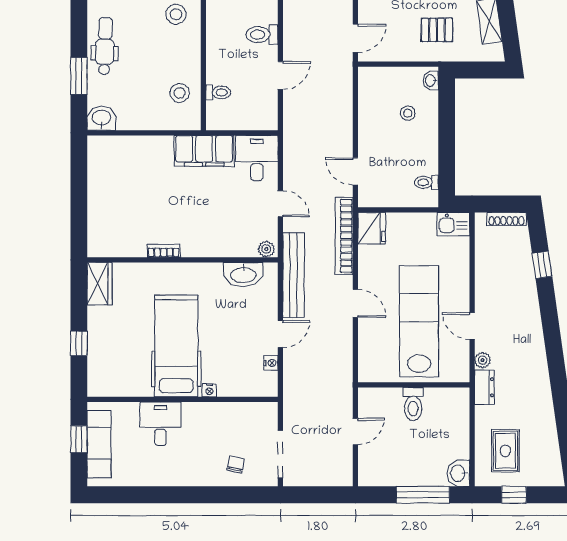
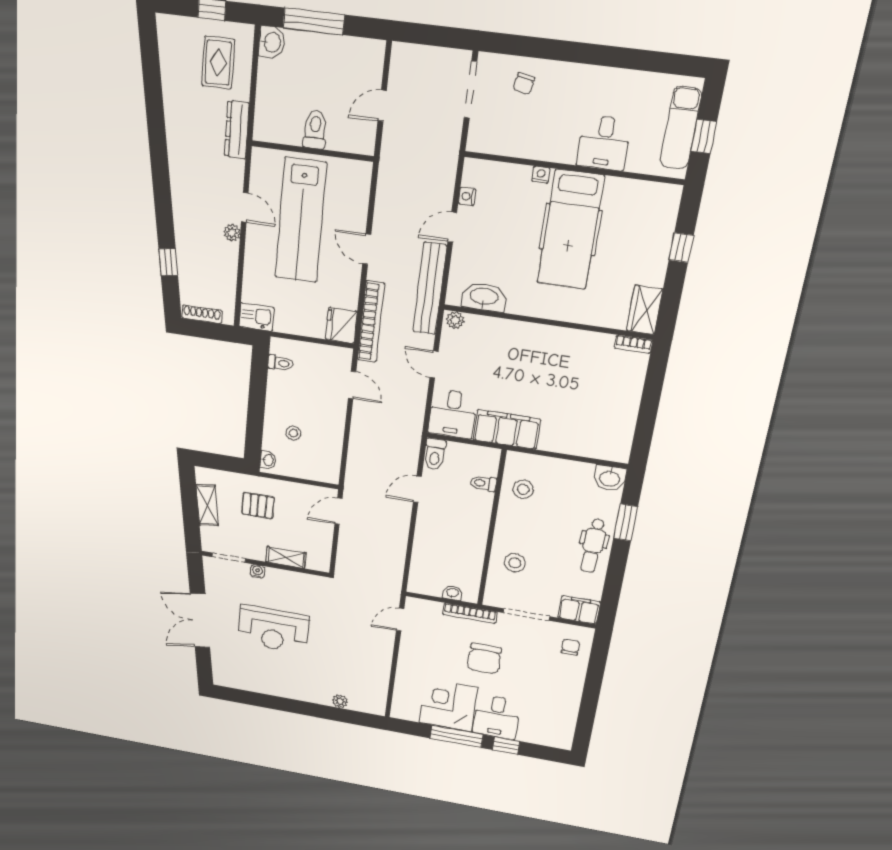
toilet: (262, 35) -> (435, 454), moved, turned 90
bookcase: (164, 251) -> (633, 344), moved
plant: (483, 360) -> (232, 233), moved
dresser: (484, 387) -> (237, 130), width x1.44

